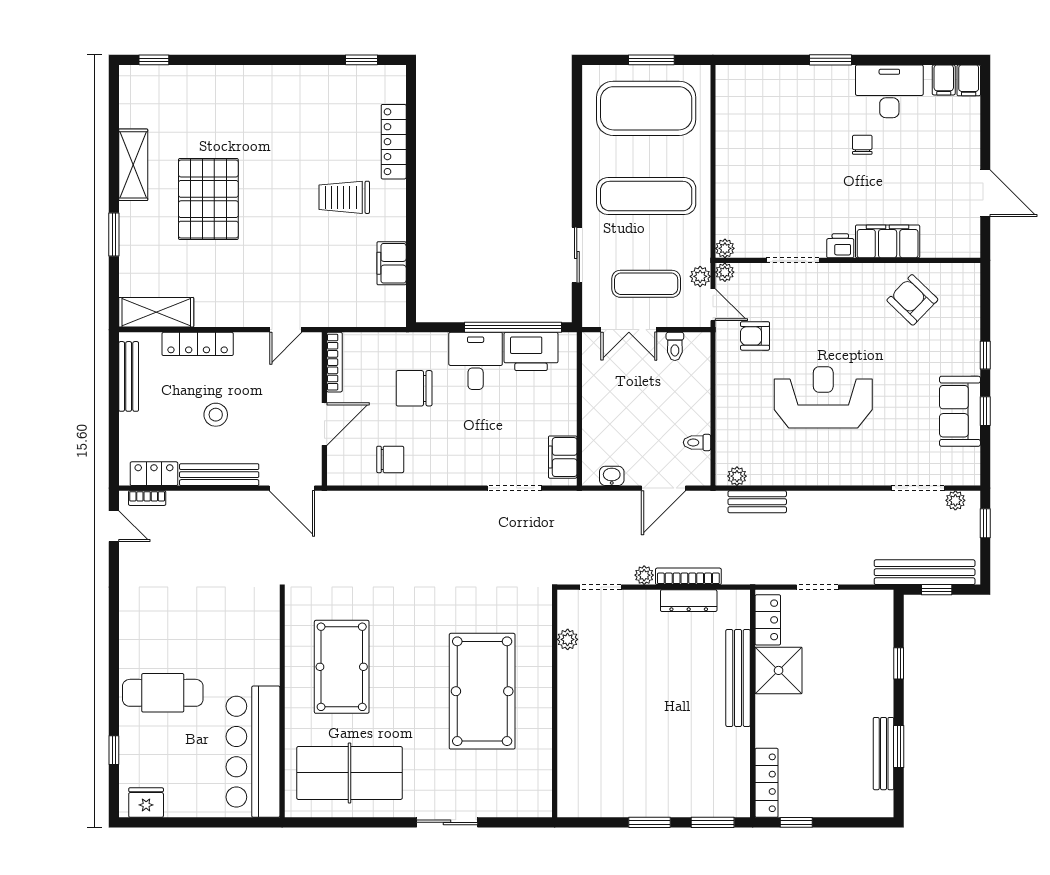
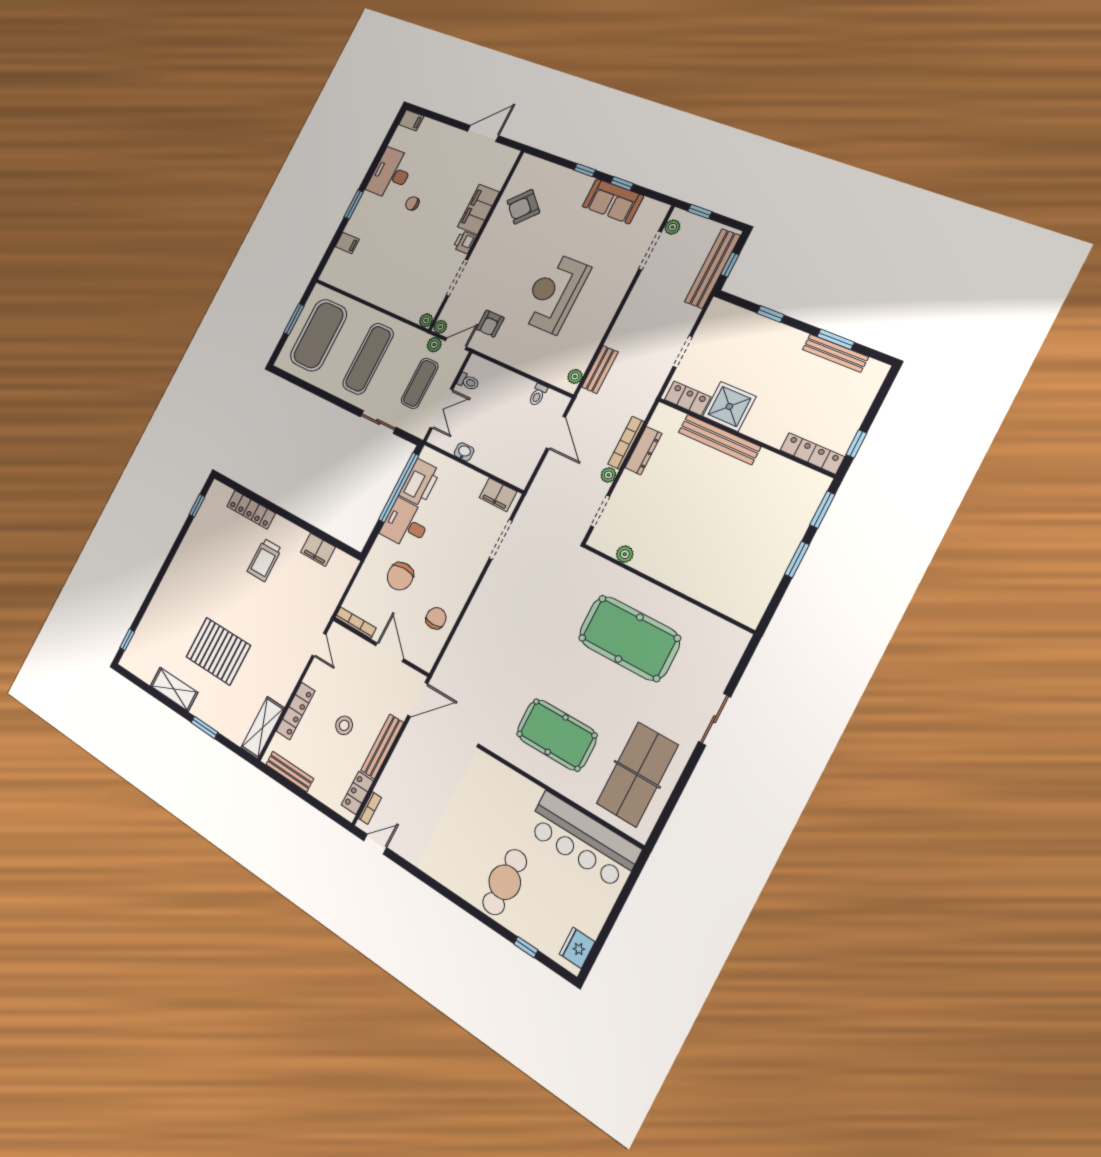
filing cabinet: (944, 80) -> (347, 243), moved
washbasin: (612, 476) -> (464, 452), moved, turned 90

